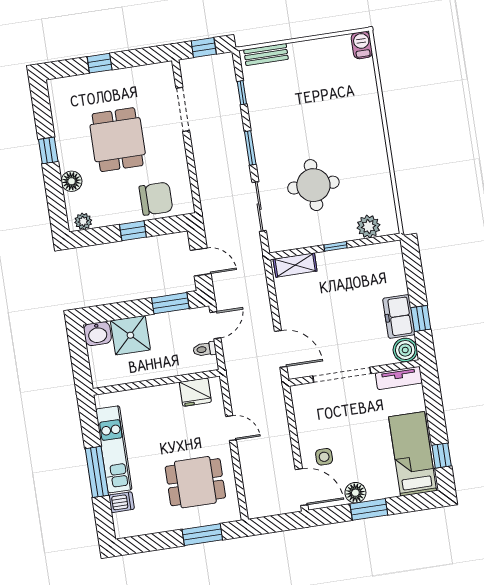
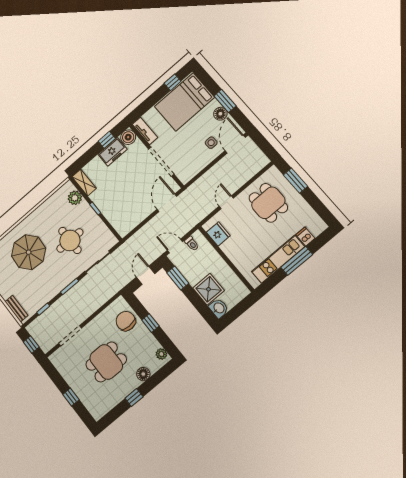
parasol: (334, 117) -> (29, 252), added
shelving: (295, 265) -> (84, 183), moved
bed: (413, 454) -> (184, 102), width x1.50

